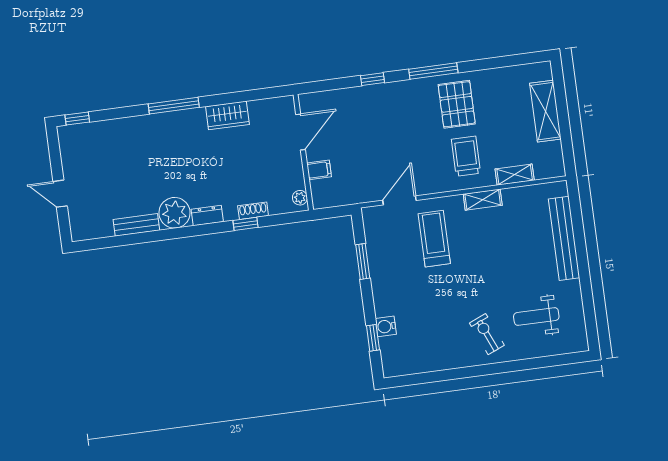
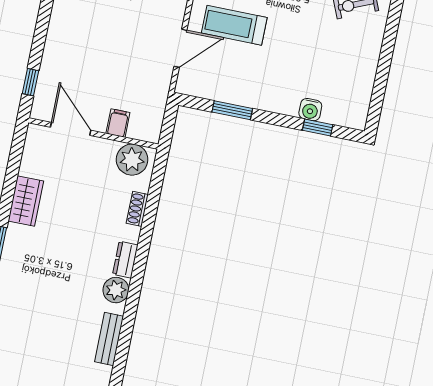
window: (373, 79) -> (31, 82), moved
plant: (300, 198) -> (132, 160), width x1.87, depth x1.87
door: (399, 200) -> (180, 48), swing flipped
plant: (175, 213) -> (116, 290), width x0.73, depth x0.73
window: (245, 224) -> (149, 222), removed

